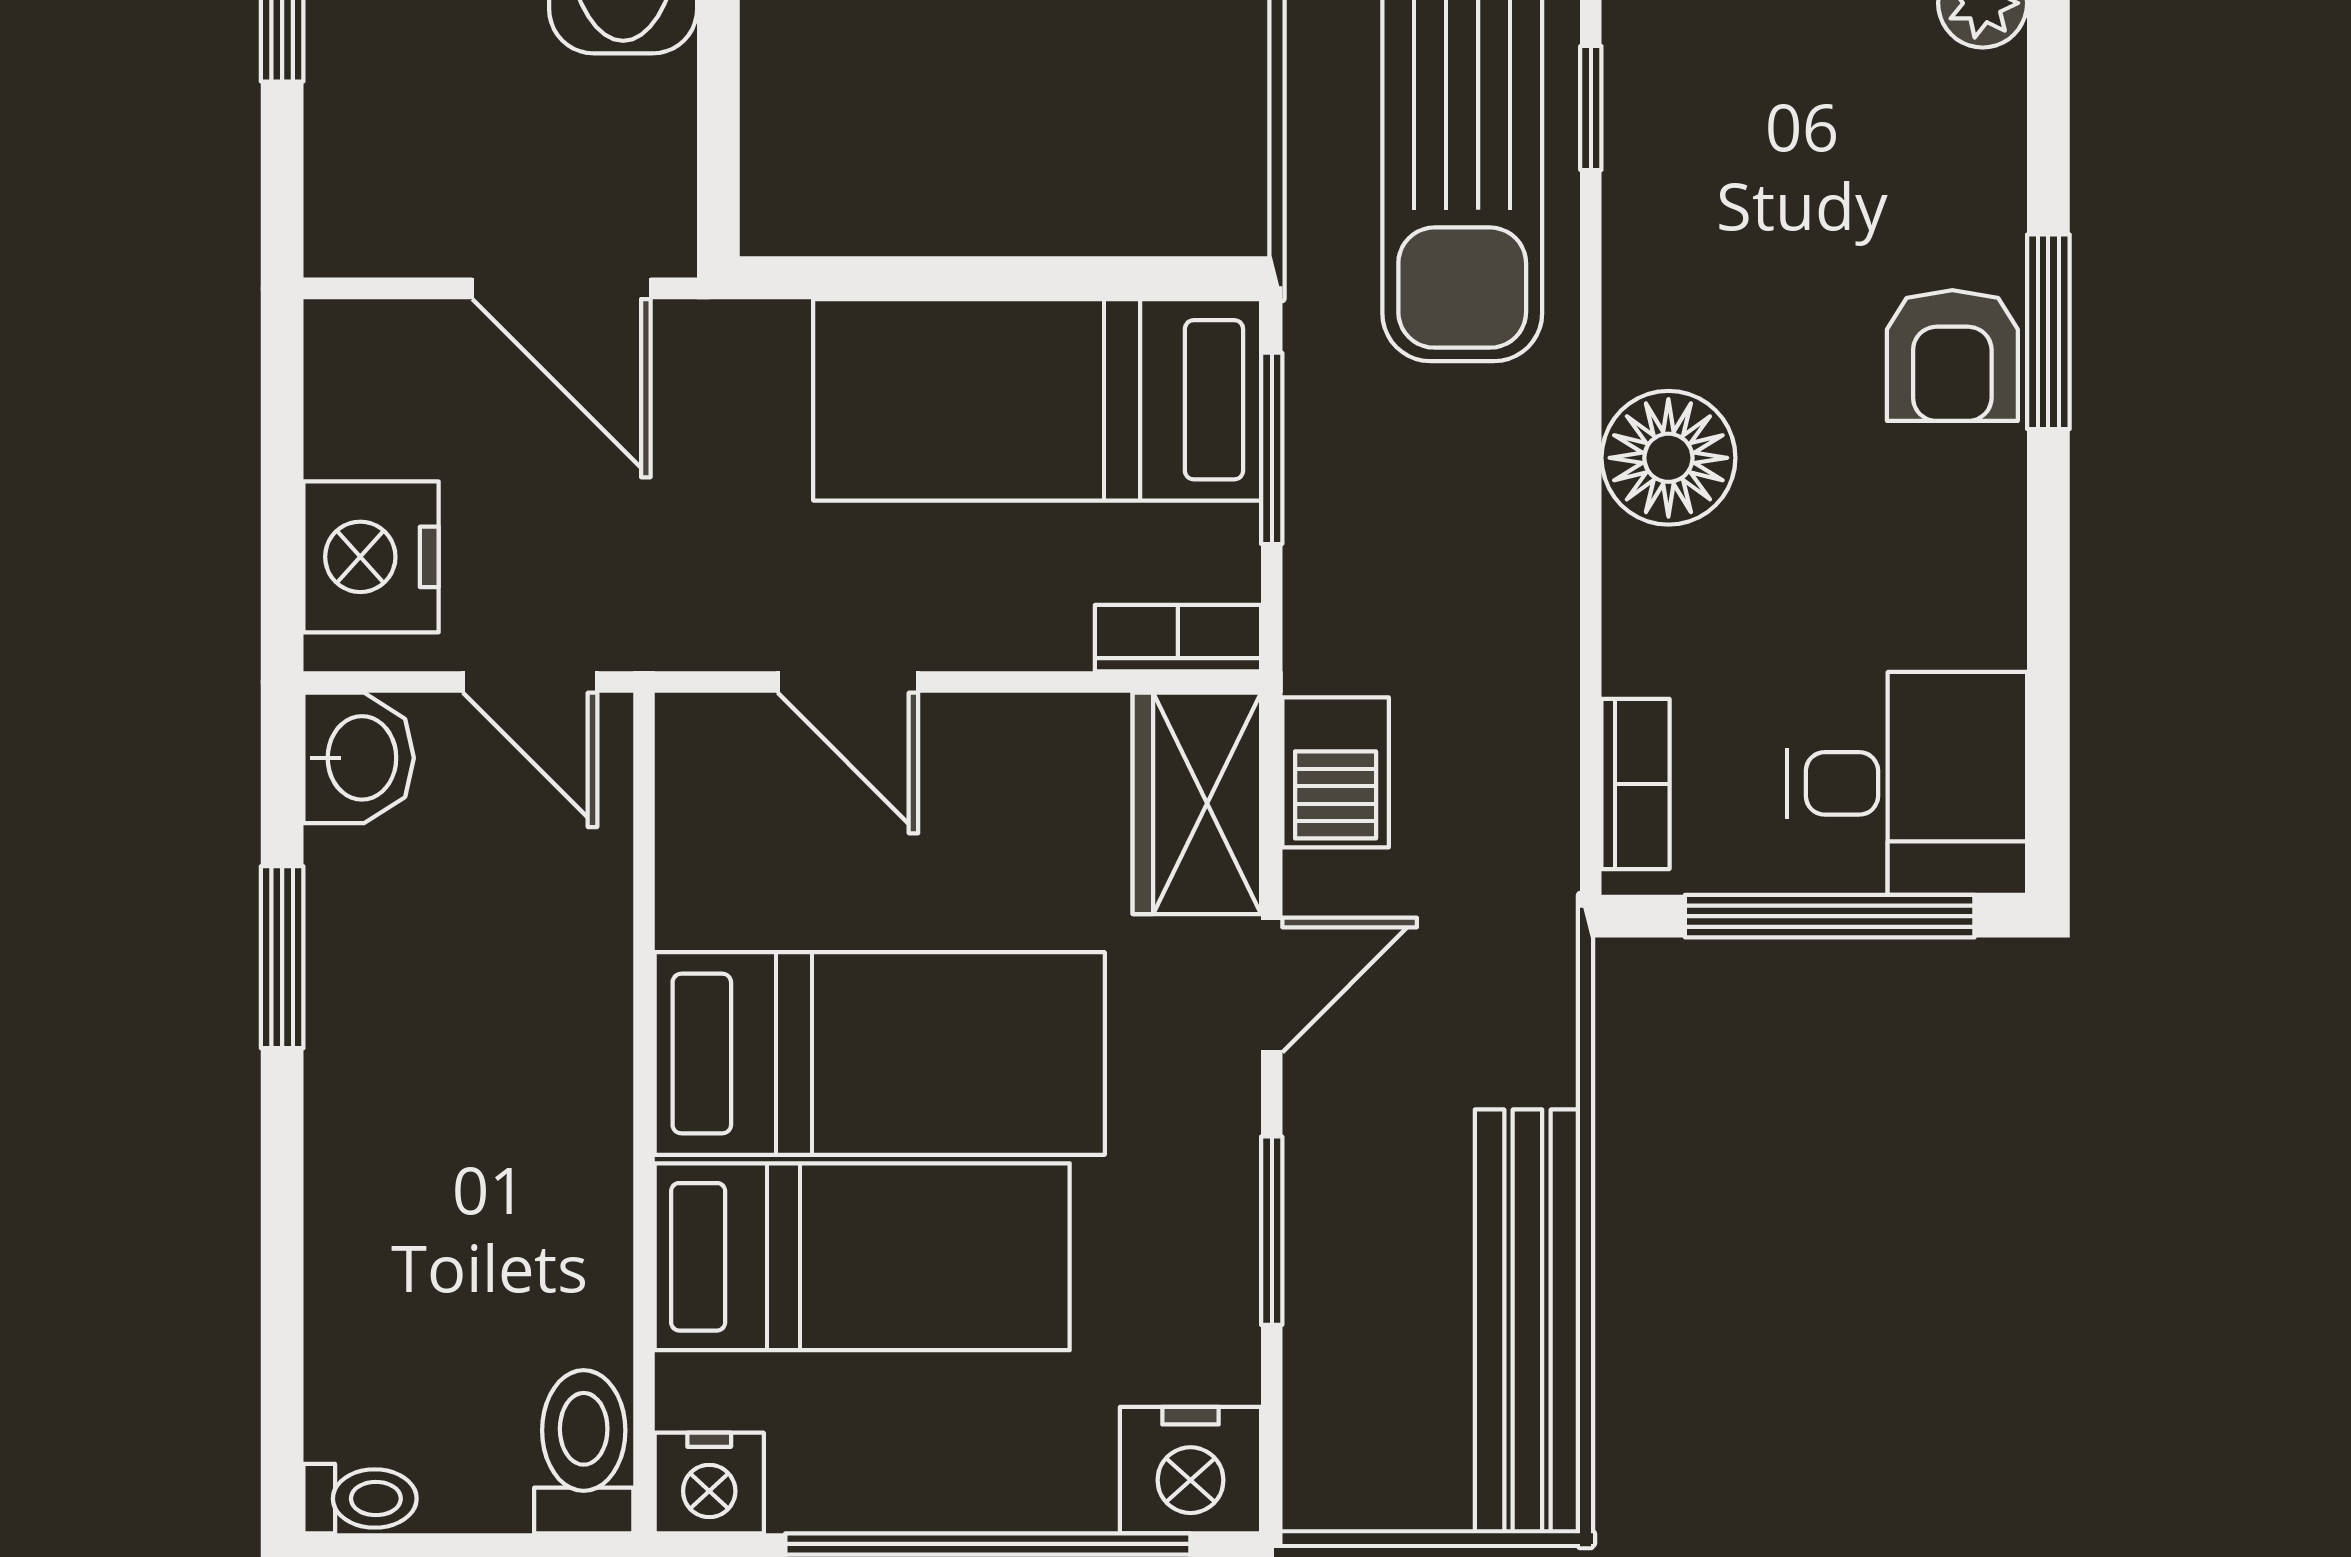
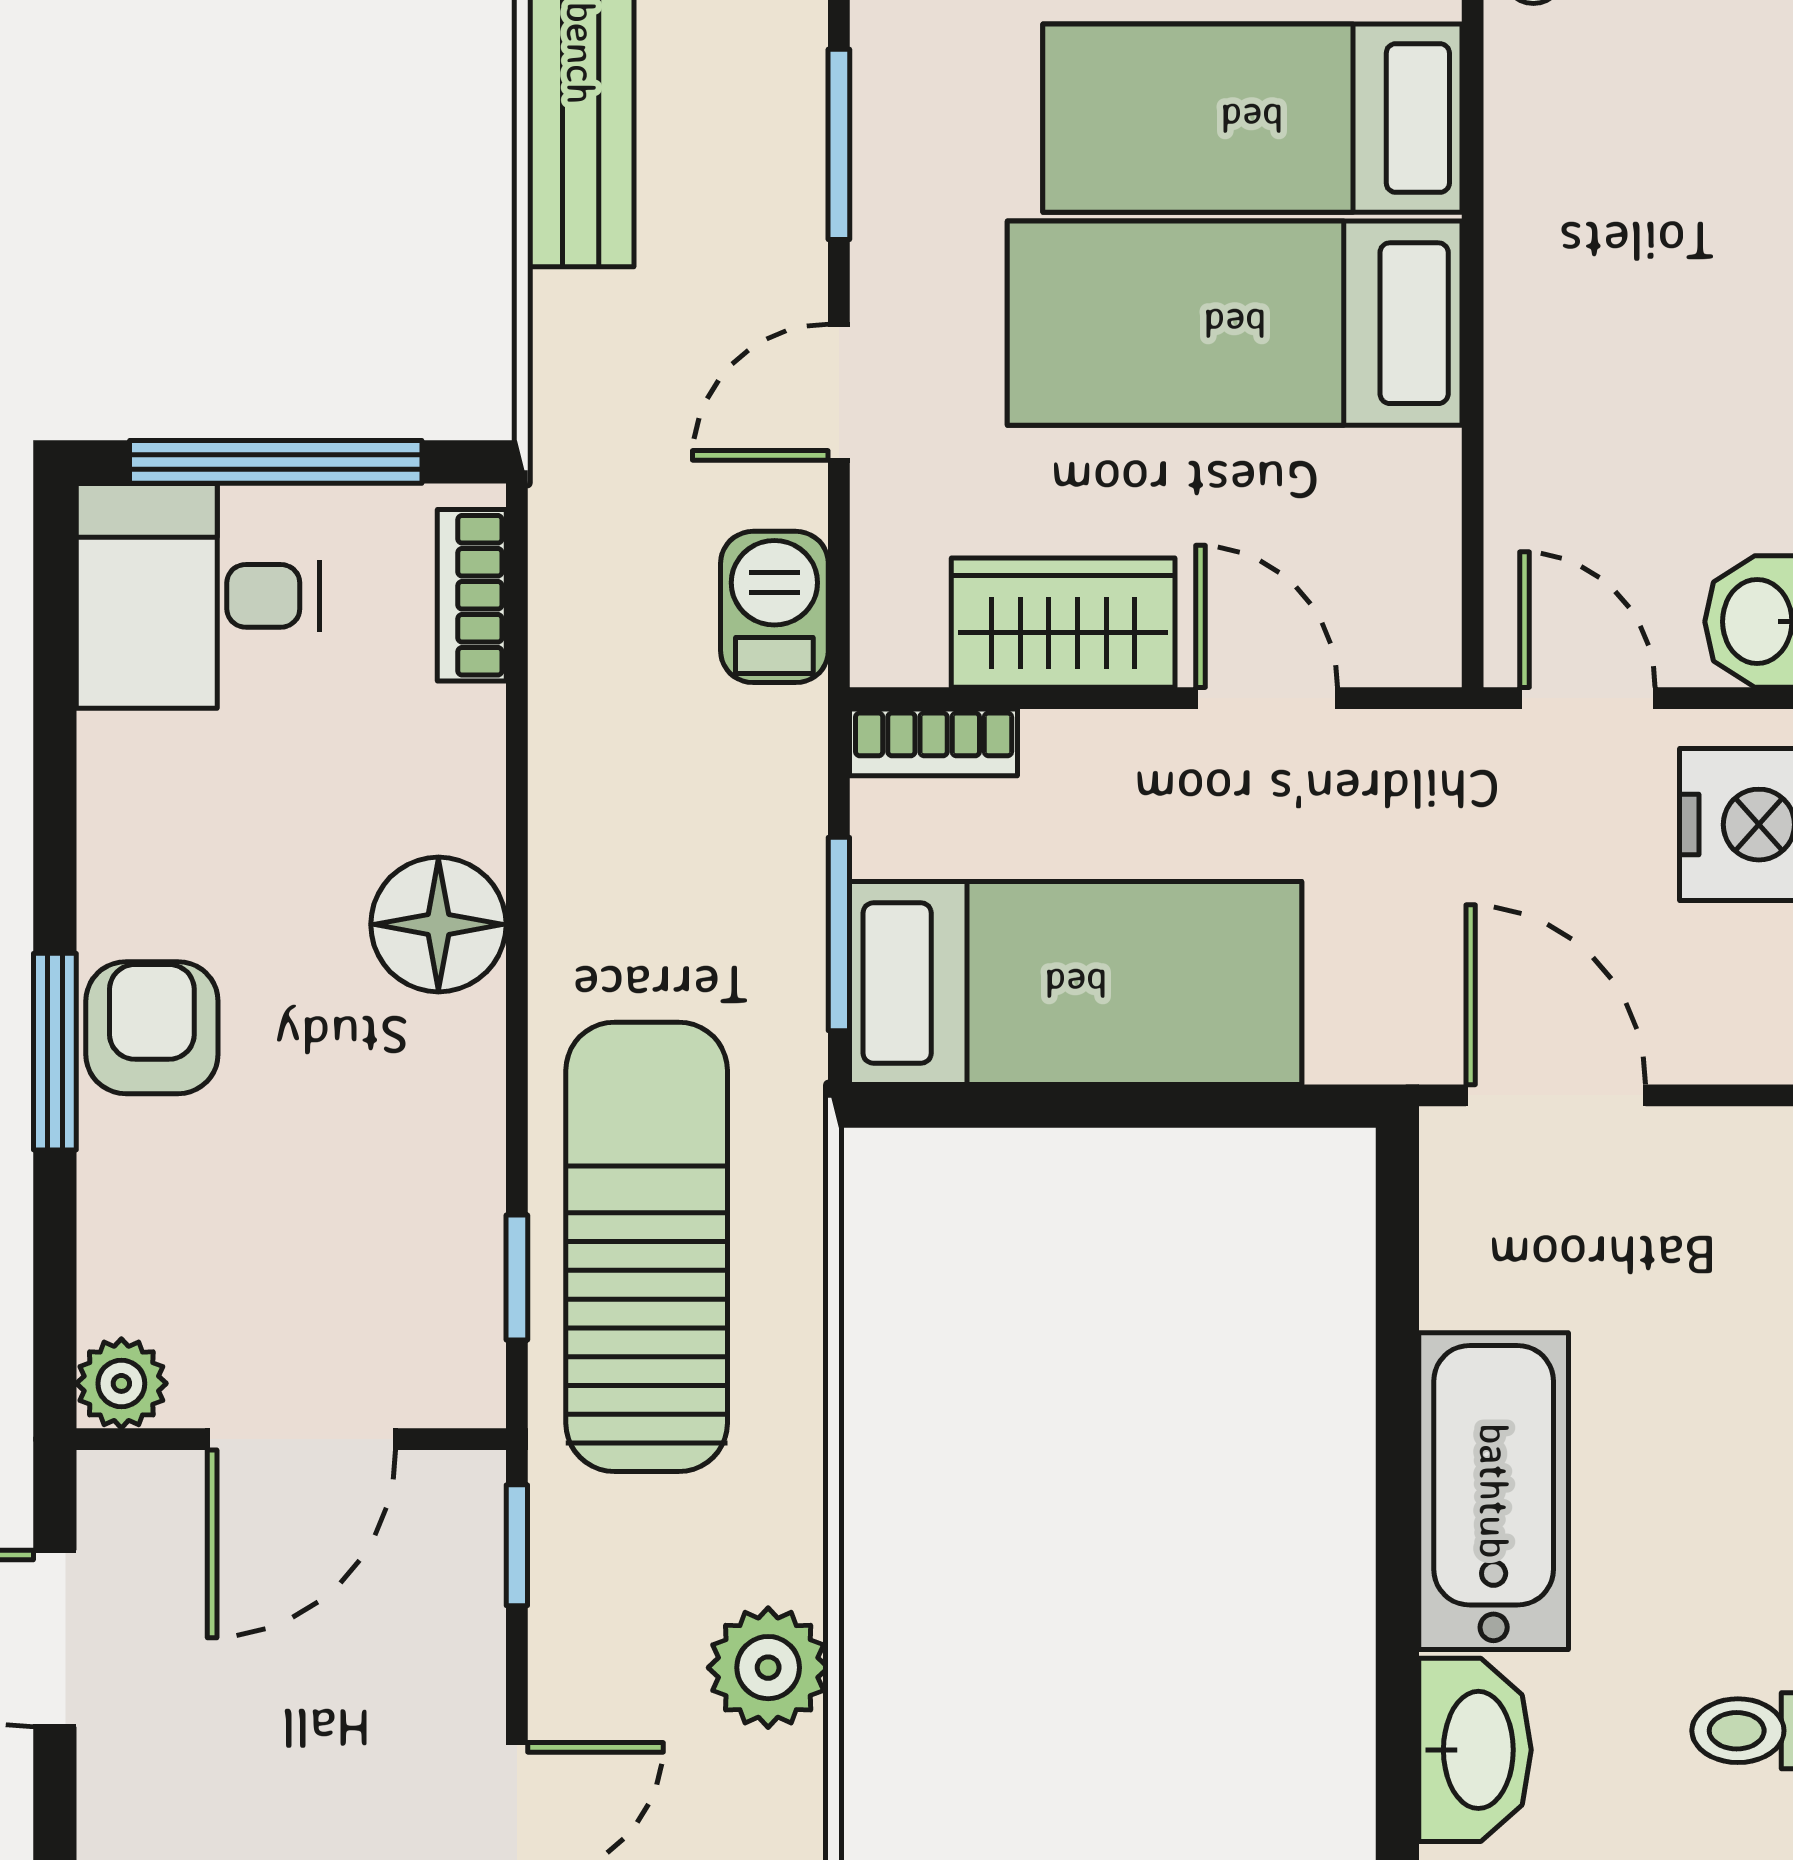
wardrobe: (1197, 803) -> (1063, 623), moved, turned -90

